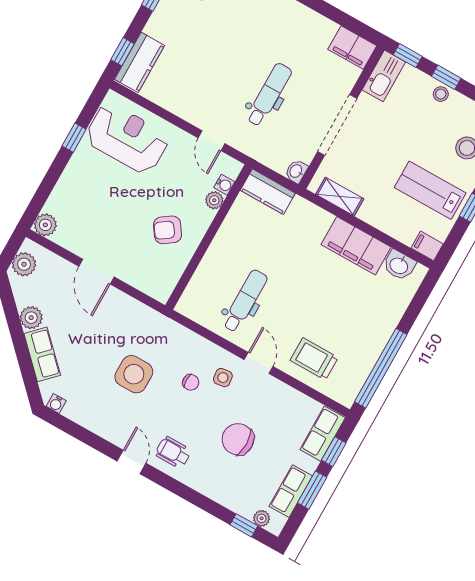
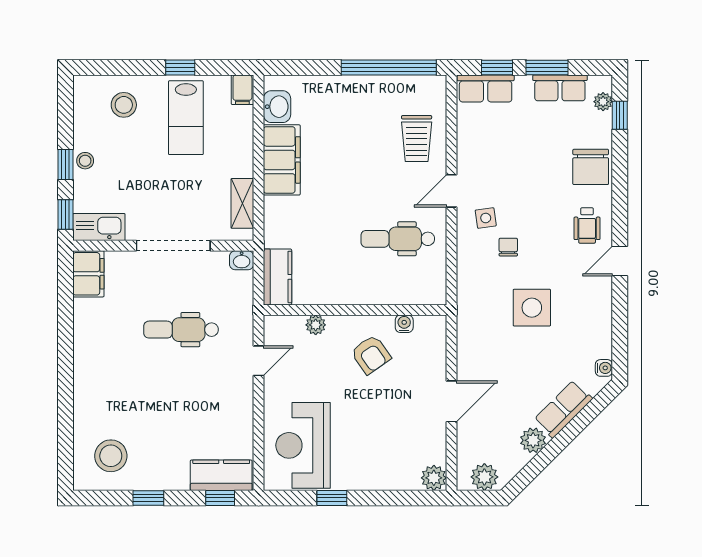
water cooler: (224, 185) -> (404, 324), moved
chair: (238, 439) -> (591, 167), moved

